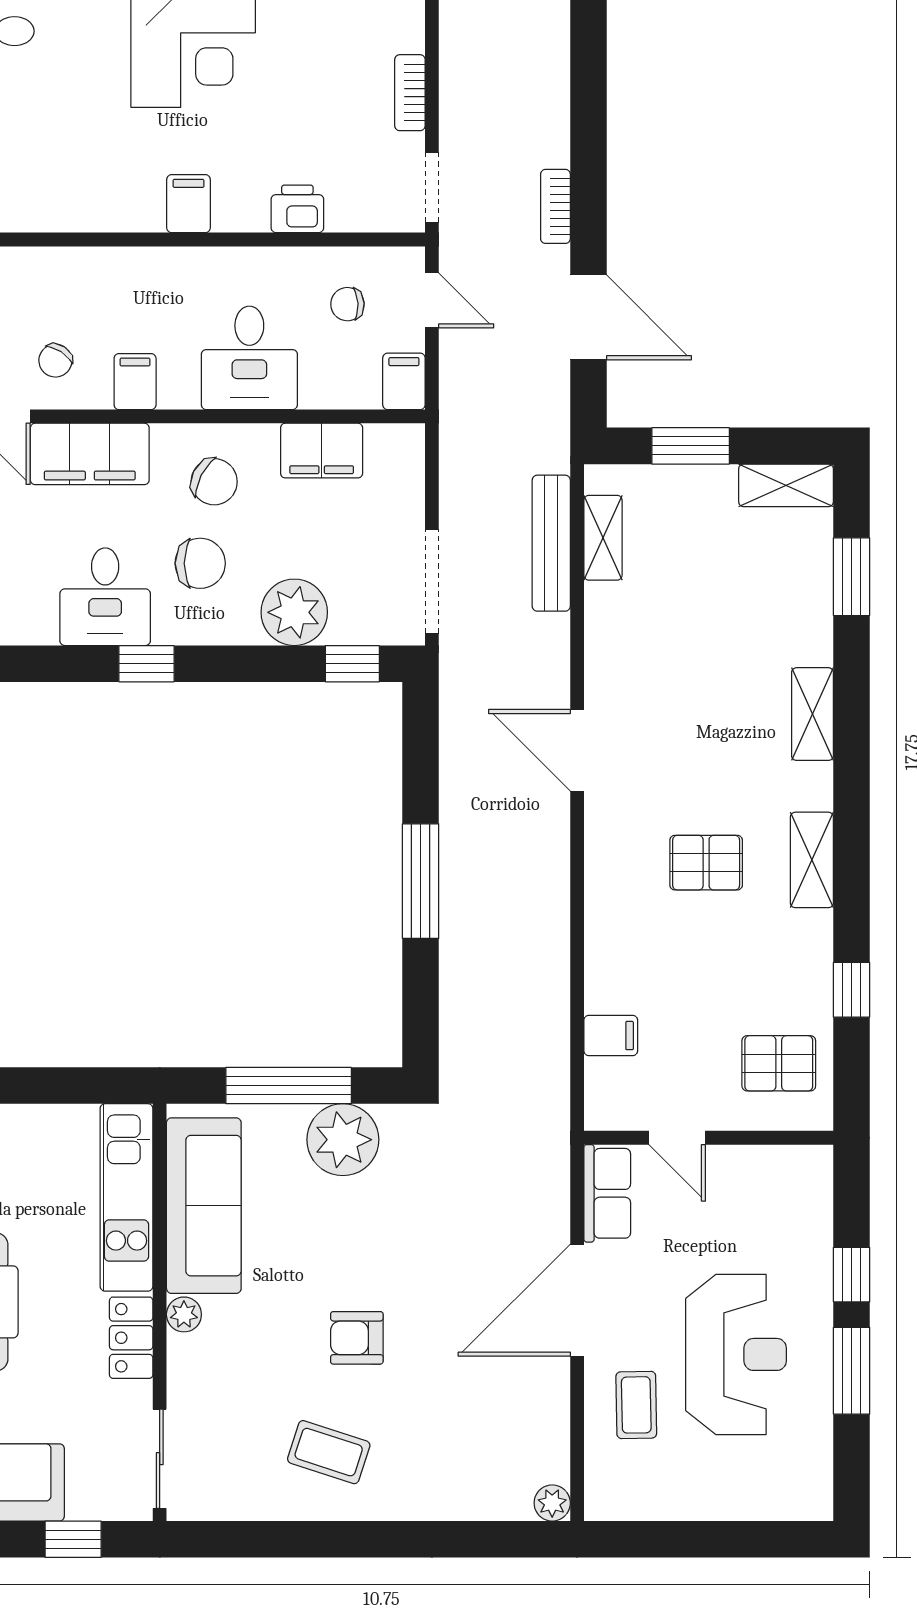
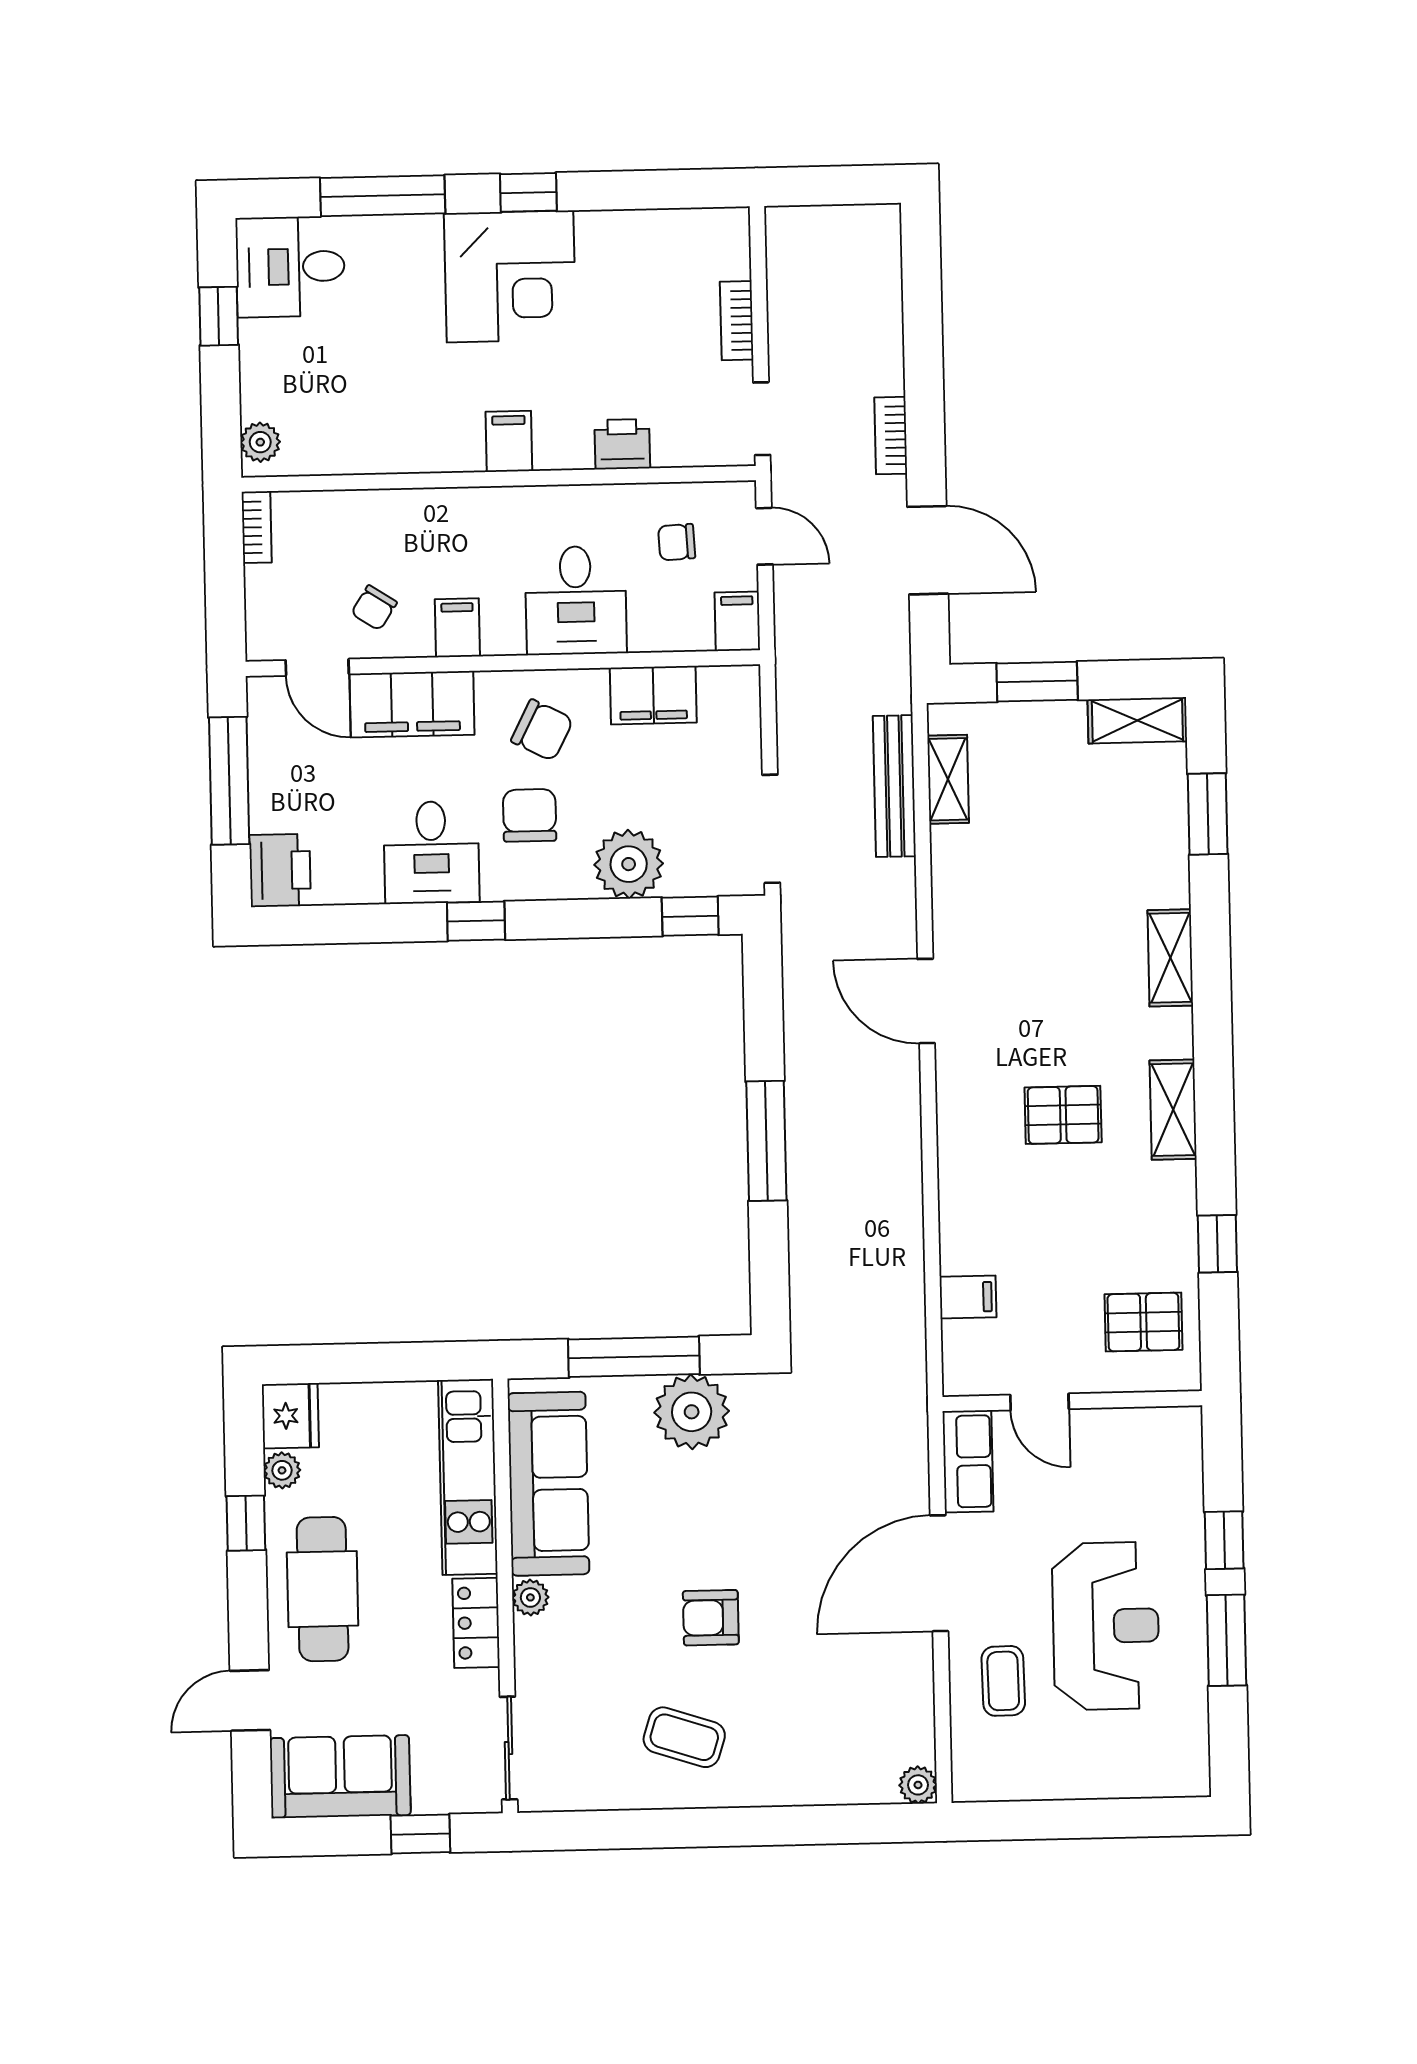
chair: (200, 563) -> (530, 815), turned -90

